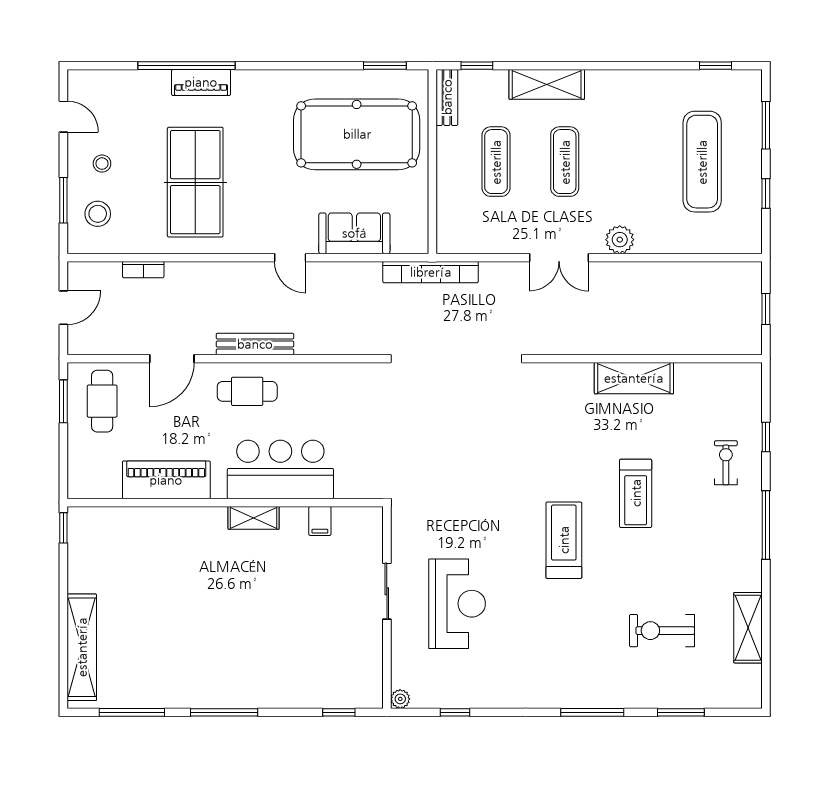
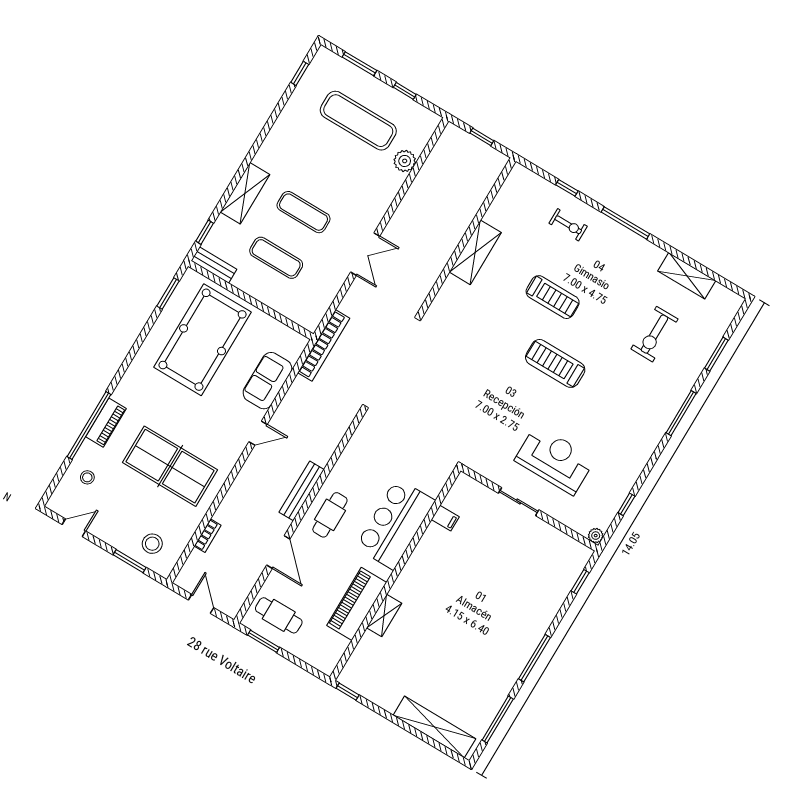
stool: (102, 164) -> (87, 477), moved
plant: (620, 240) -> (405, 161), moved
exercise bike: (726, 463) -> (568, 225), turned 180
shelving: (254, 518) -> (384, 615), moved

